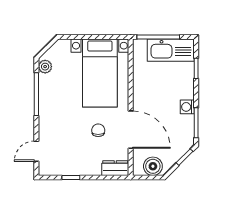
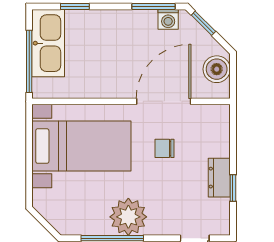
plant: (45, 67) -> (128, 217), moved, width x1.87, depth x1.87
washing machine: (187, 107) -> (168, 19), moved
dresser: (115, 168) -> (219, 178), moved

